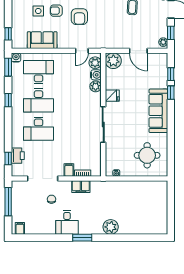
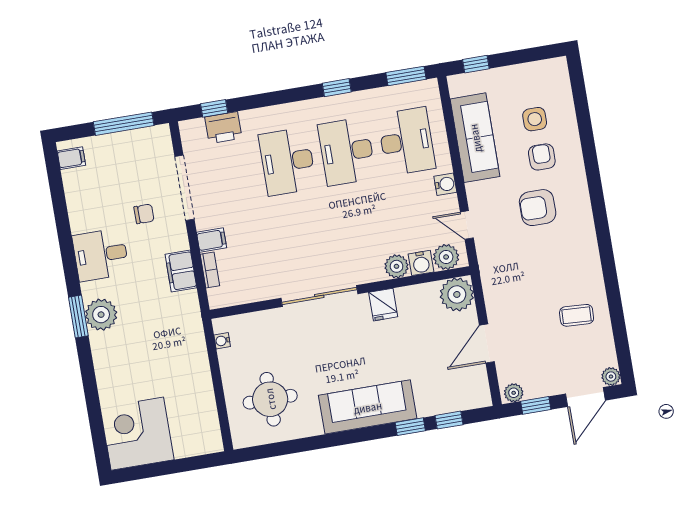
sofa: (42, 40) -> (475, 138), width x1.36
water cooler: (16, 57) -> (445, 184), moved
corner desk: (153, 219) -> (137, 434), added
plant: (111, 227) -> (101, 315), moved
window: (82, 238) -> (78, 316), moved

